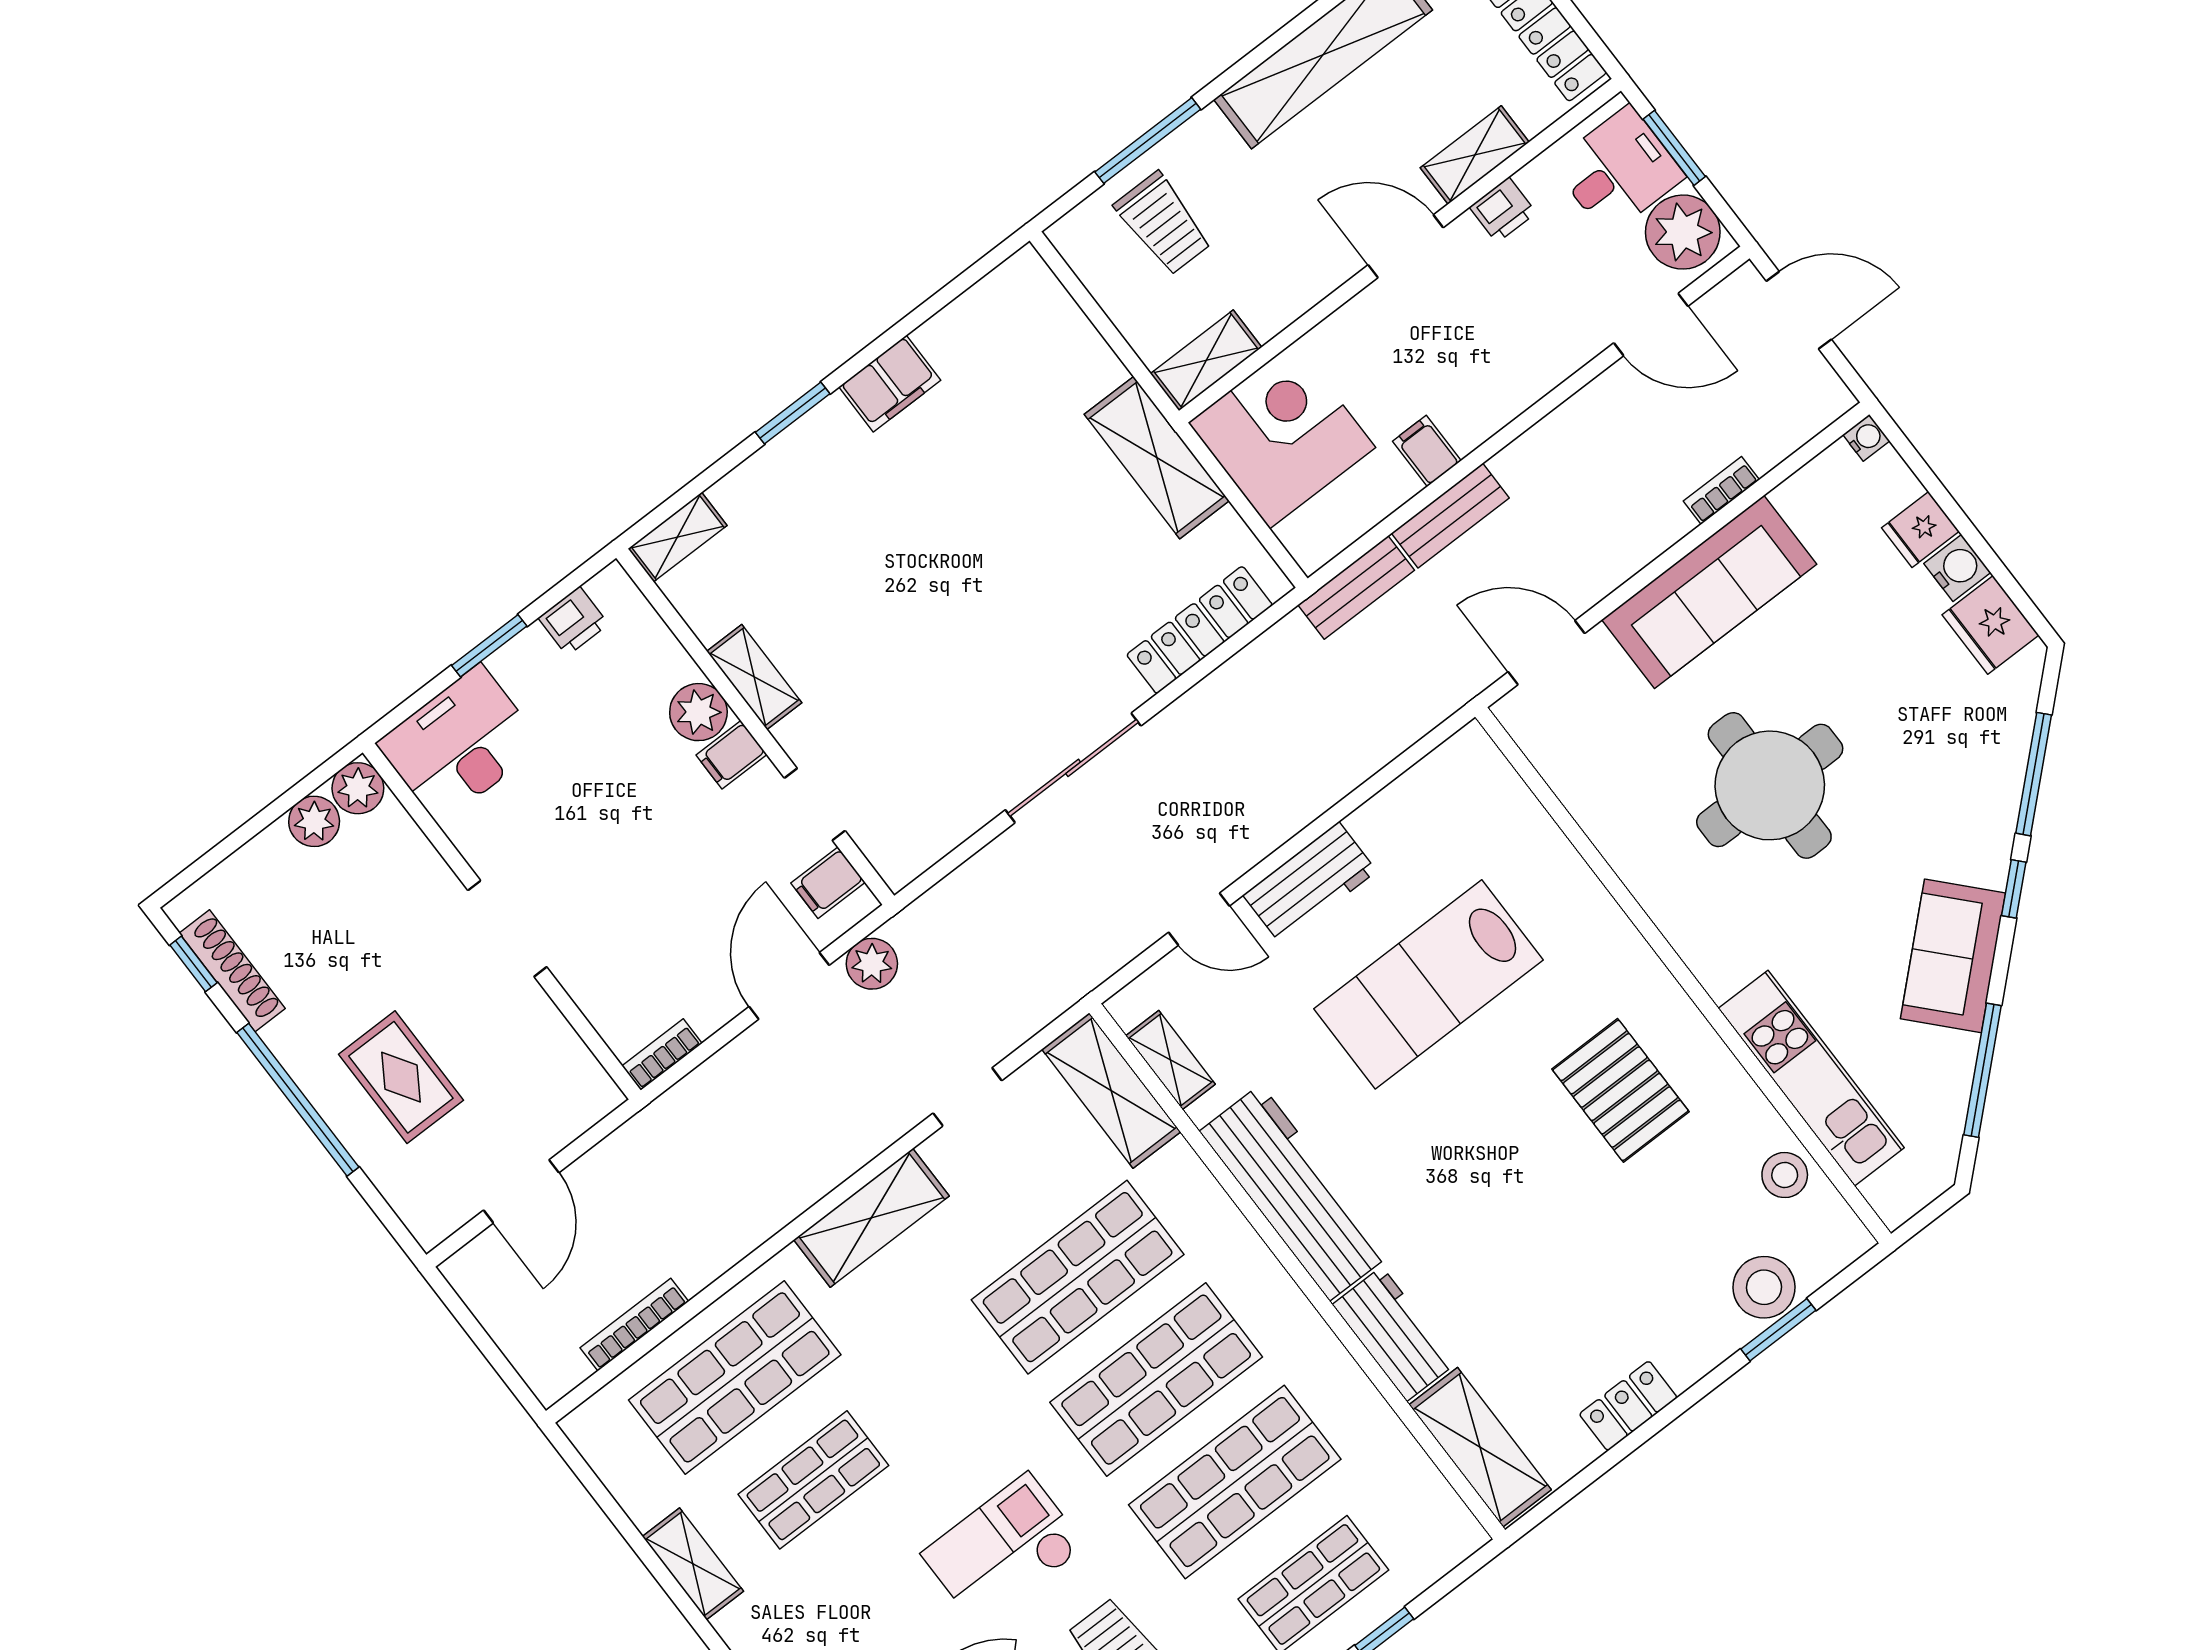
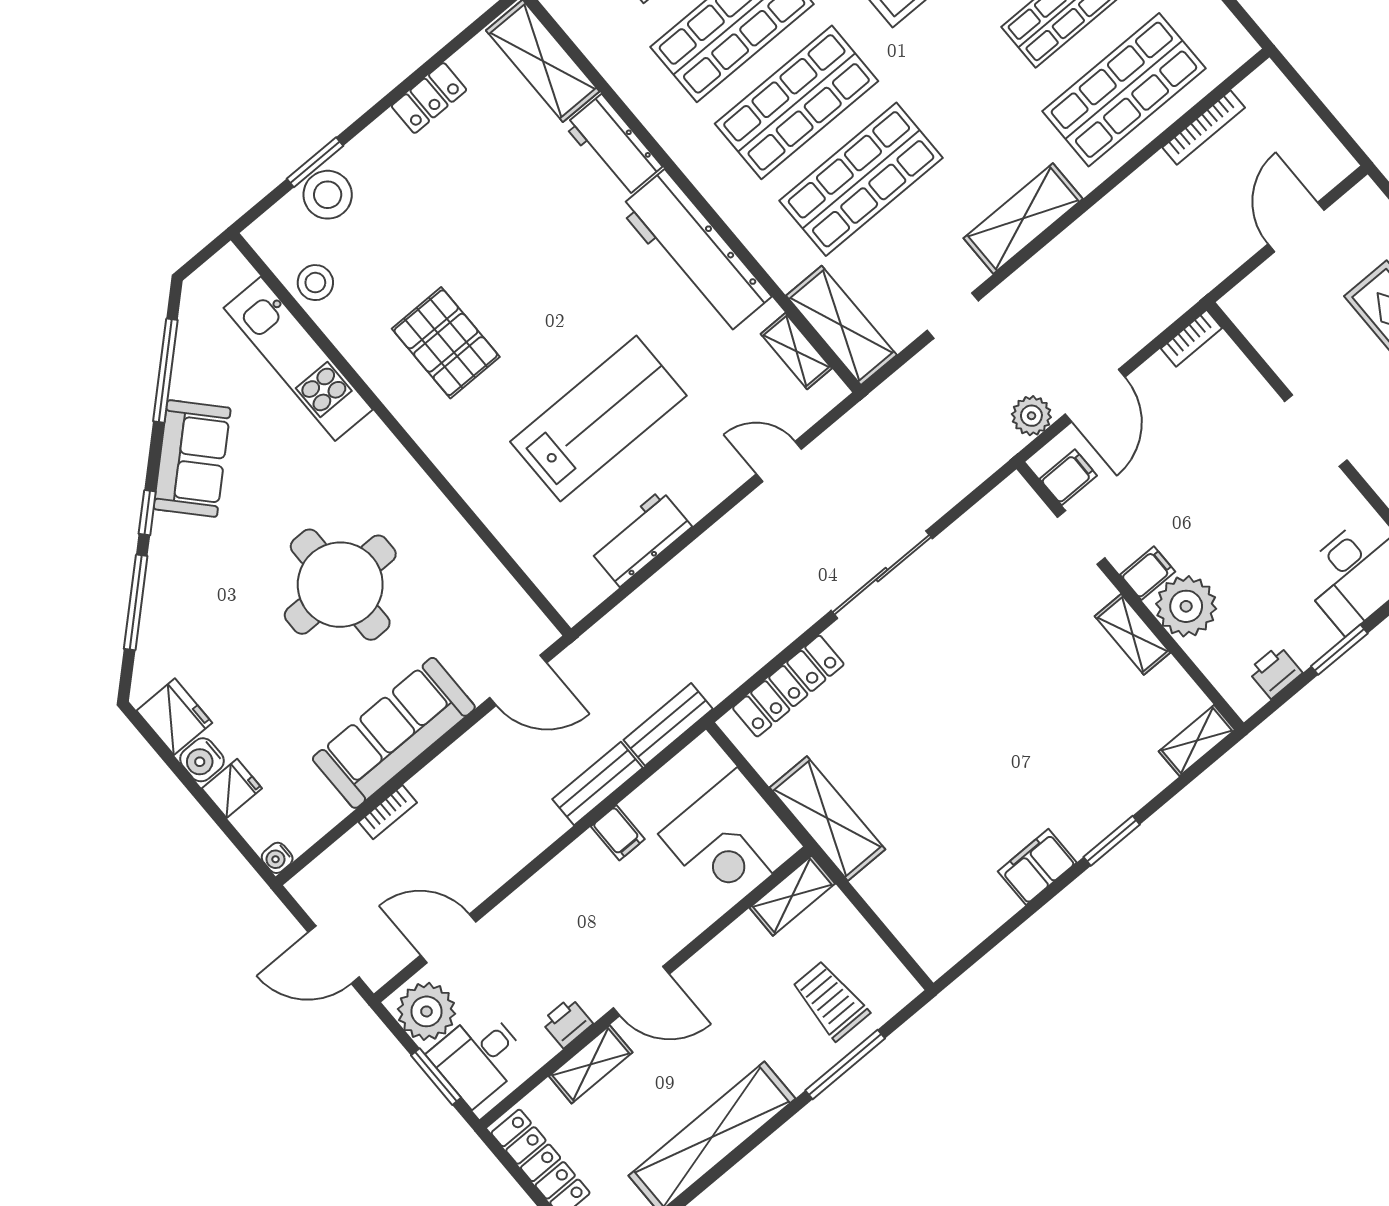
plant: (698, 712) -> (1186, 606), width x1.36, depth x1.36
workbench: (1310, 883) -> (640, 538), moved

